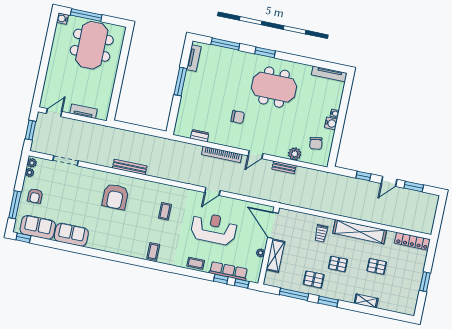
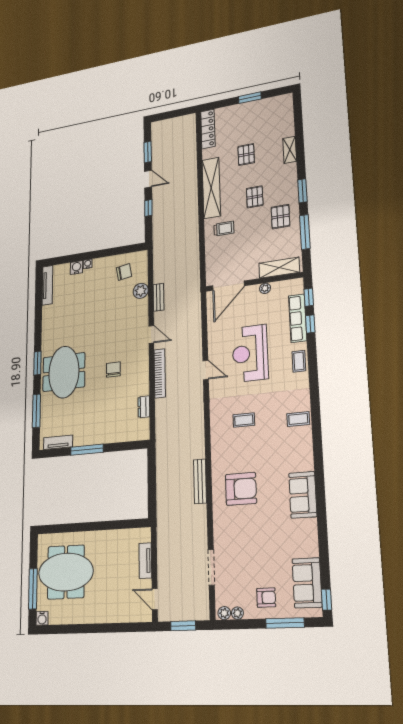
meeting table: (274, 87) -> (64, 372), moved
water cooler: (331, 123) -> (77, 268), moved
sofa: (71, 235) -> (303, 495), moved
shelving: (275, 256) -> (279, 268), moved

